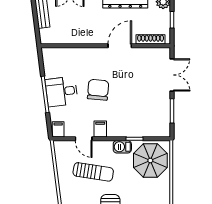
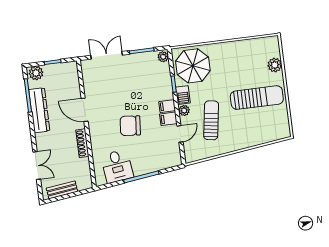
shoe rack: (151, 39) -> (82, 143), moved
desk: (62, 92) -> (117, 166), moved
filing cabinet: (58, 129) -> (167, 106), moved
plant: (163, 132) -> (163, 57), added
plant: (107, 146) -> (184, 110), added

